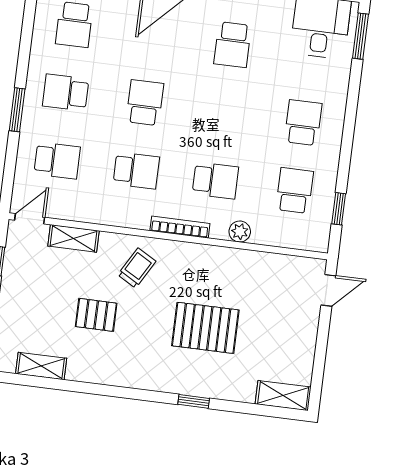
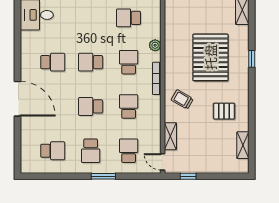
school desk: (303, 123) -> (91, 62), moved
pallet: (96, 315) -> (224, 111), moved, turned 90
pallet: (205, 328) -> (210, 57), width x1.37, depth x1.41

